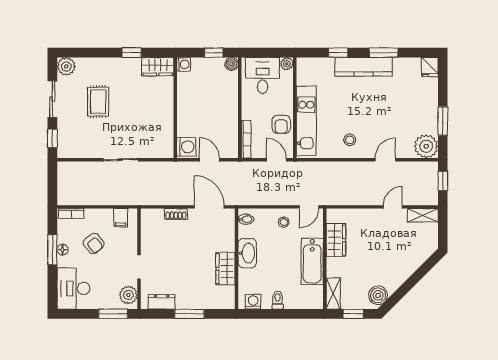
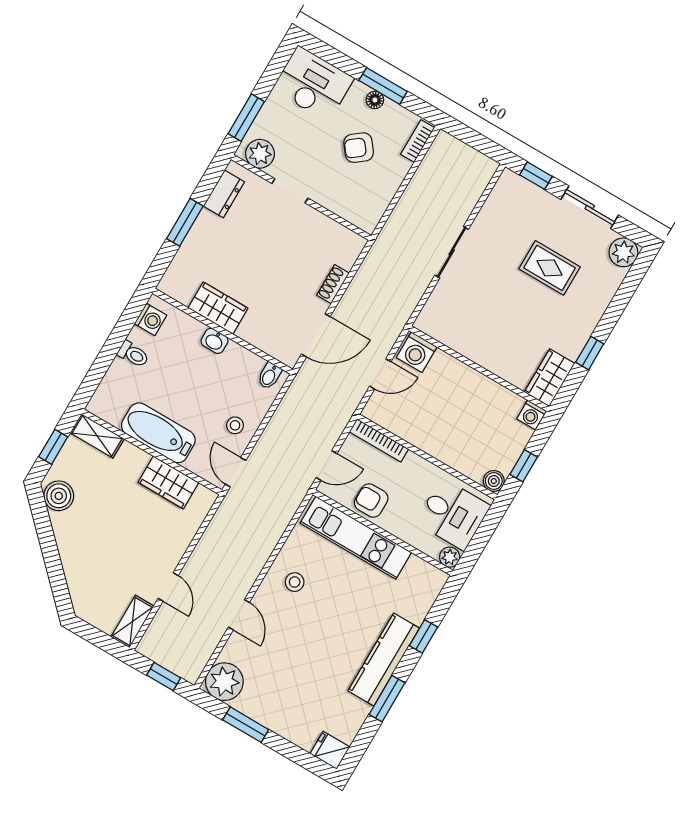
filing cabinet: (121, 218) -> (372, 205), removed
washbasin: (247, 253) -> (215, 341), width x0.52, depth x0.69

